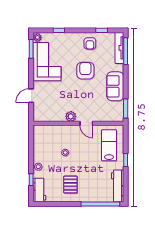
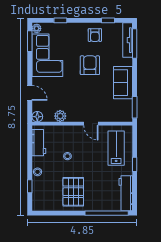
door: (31, 96) -> (30, 93), swing flipped
plant: (71, 116) -> (60, 116), moved
floor lamp: (38, 117) -> (37, 117), added
pallet: (70, 185) -> (73, 192), width x1.50, depth x1.42
workbench: (39, 190) -> (39, 143), moved

